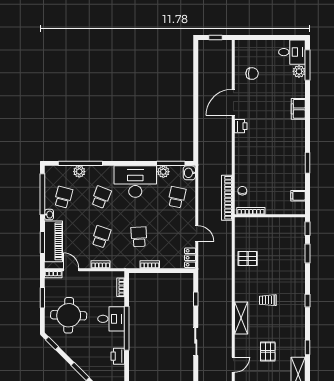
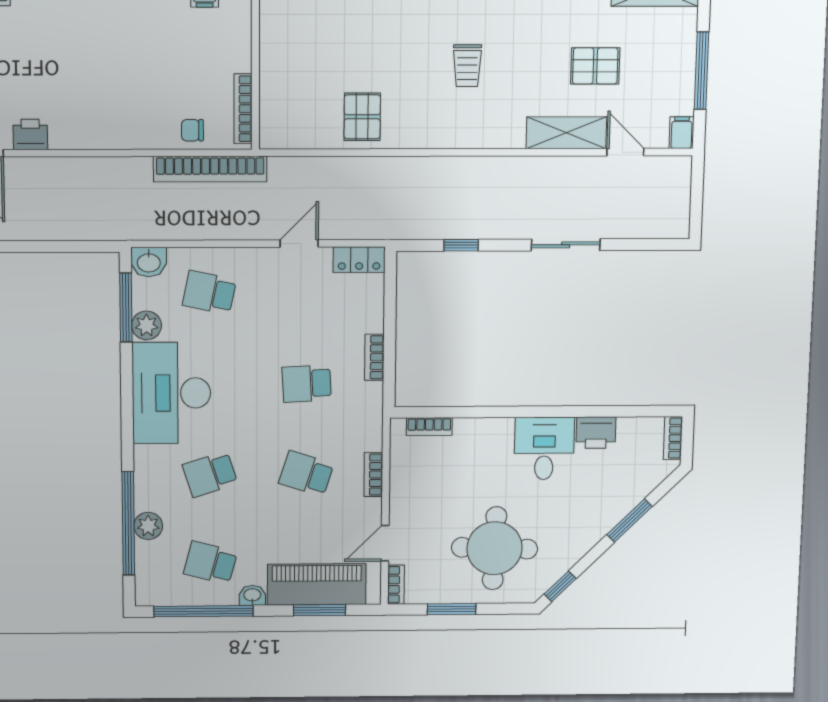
school desk: (101, 197) -> (210, 474), turned -39
shelving: (241, 318) -> (566, 133), moved
desk: (111, 319) -> (544, 448), moved
window: (127, 328) -> (529, 412), removed

